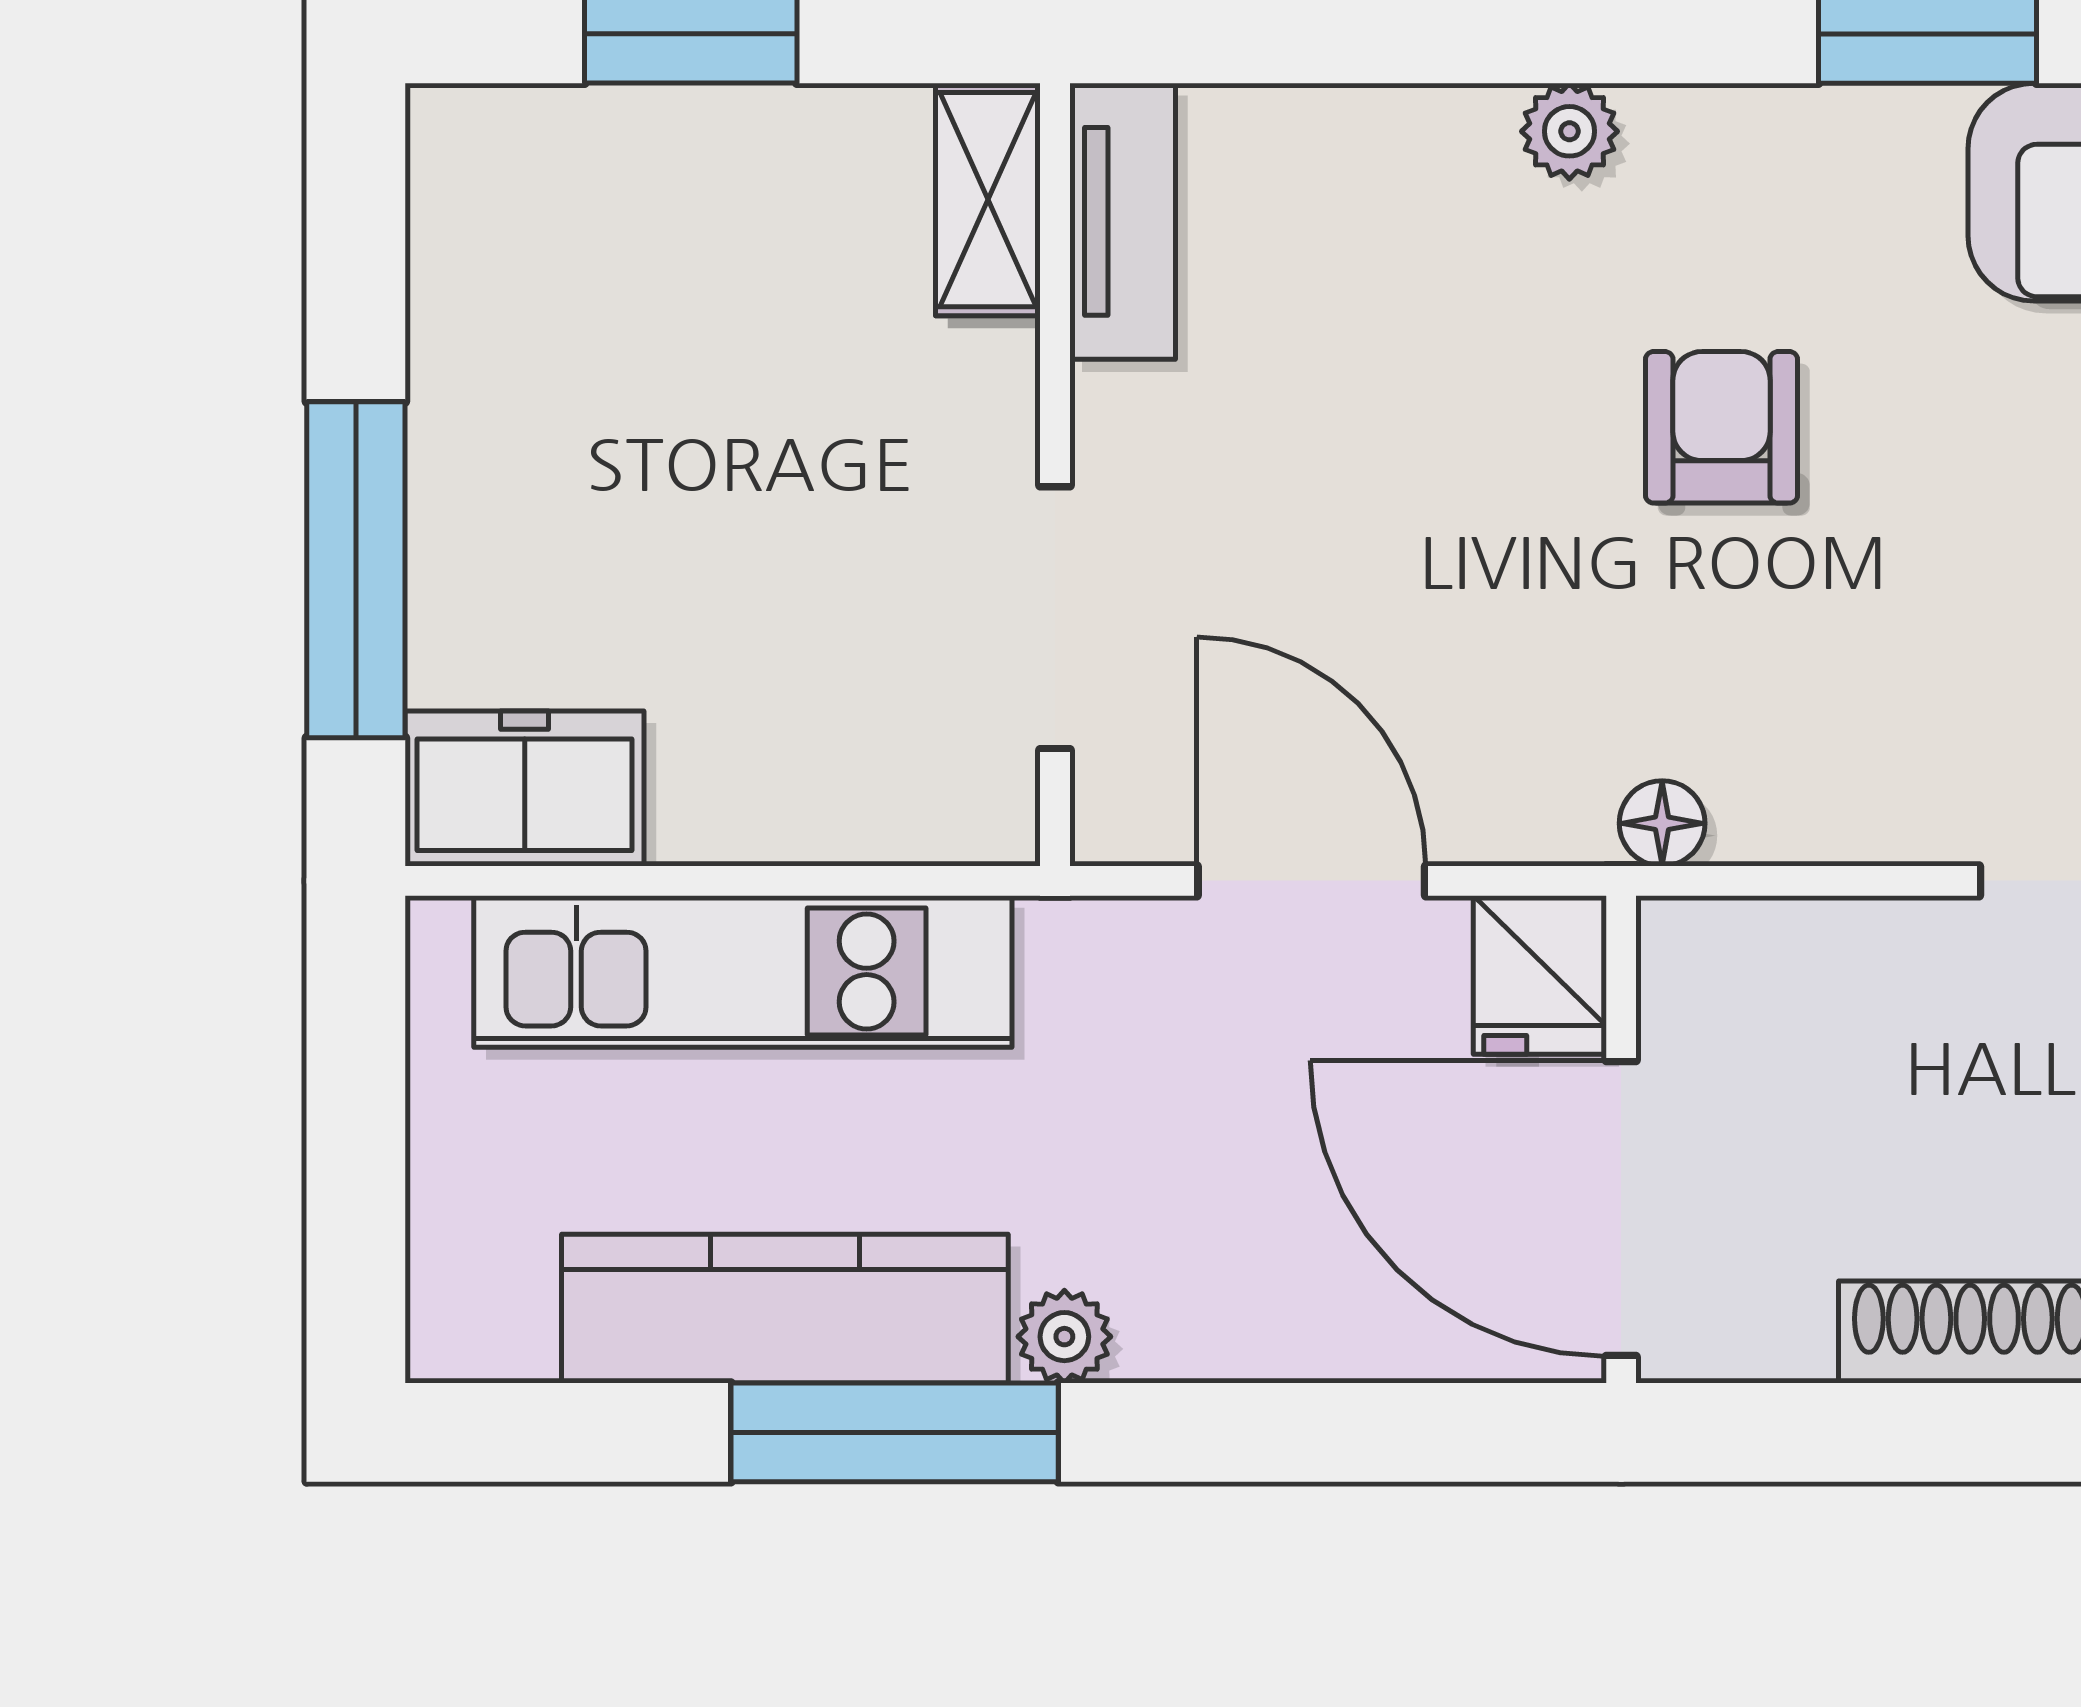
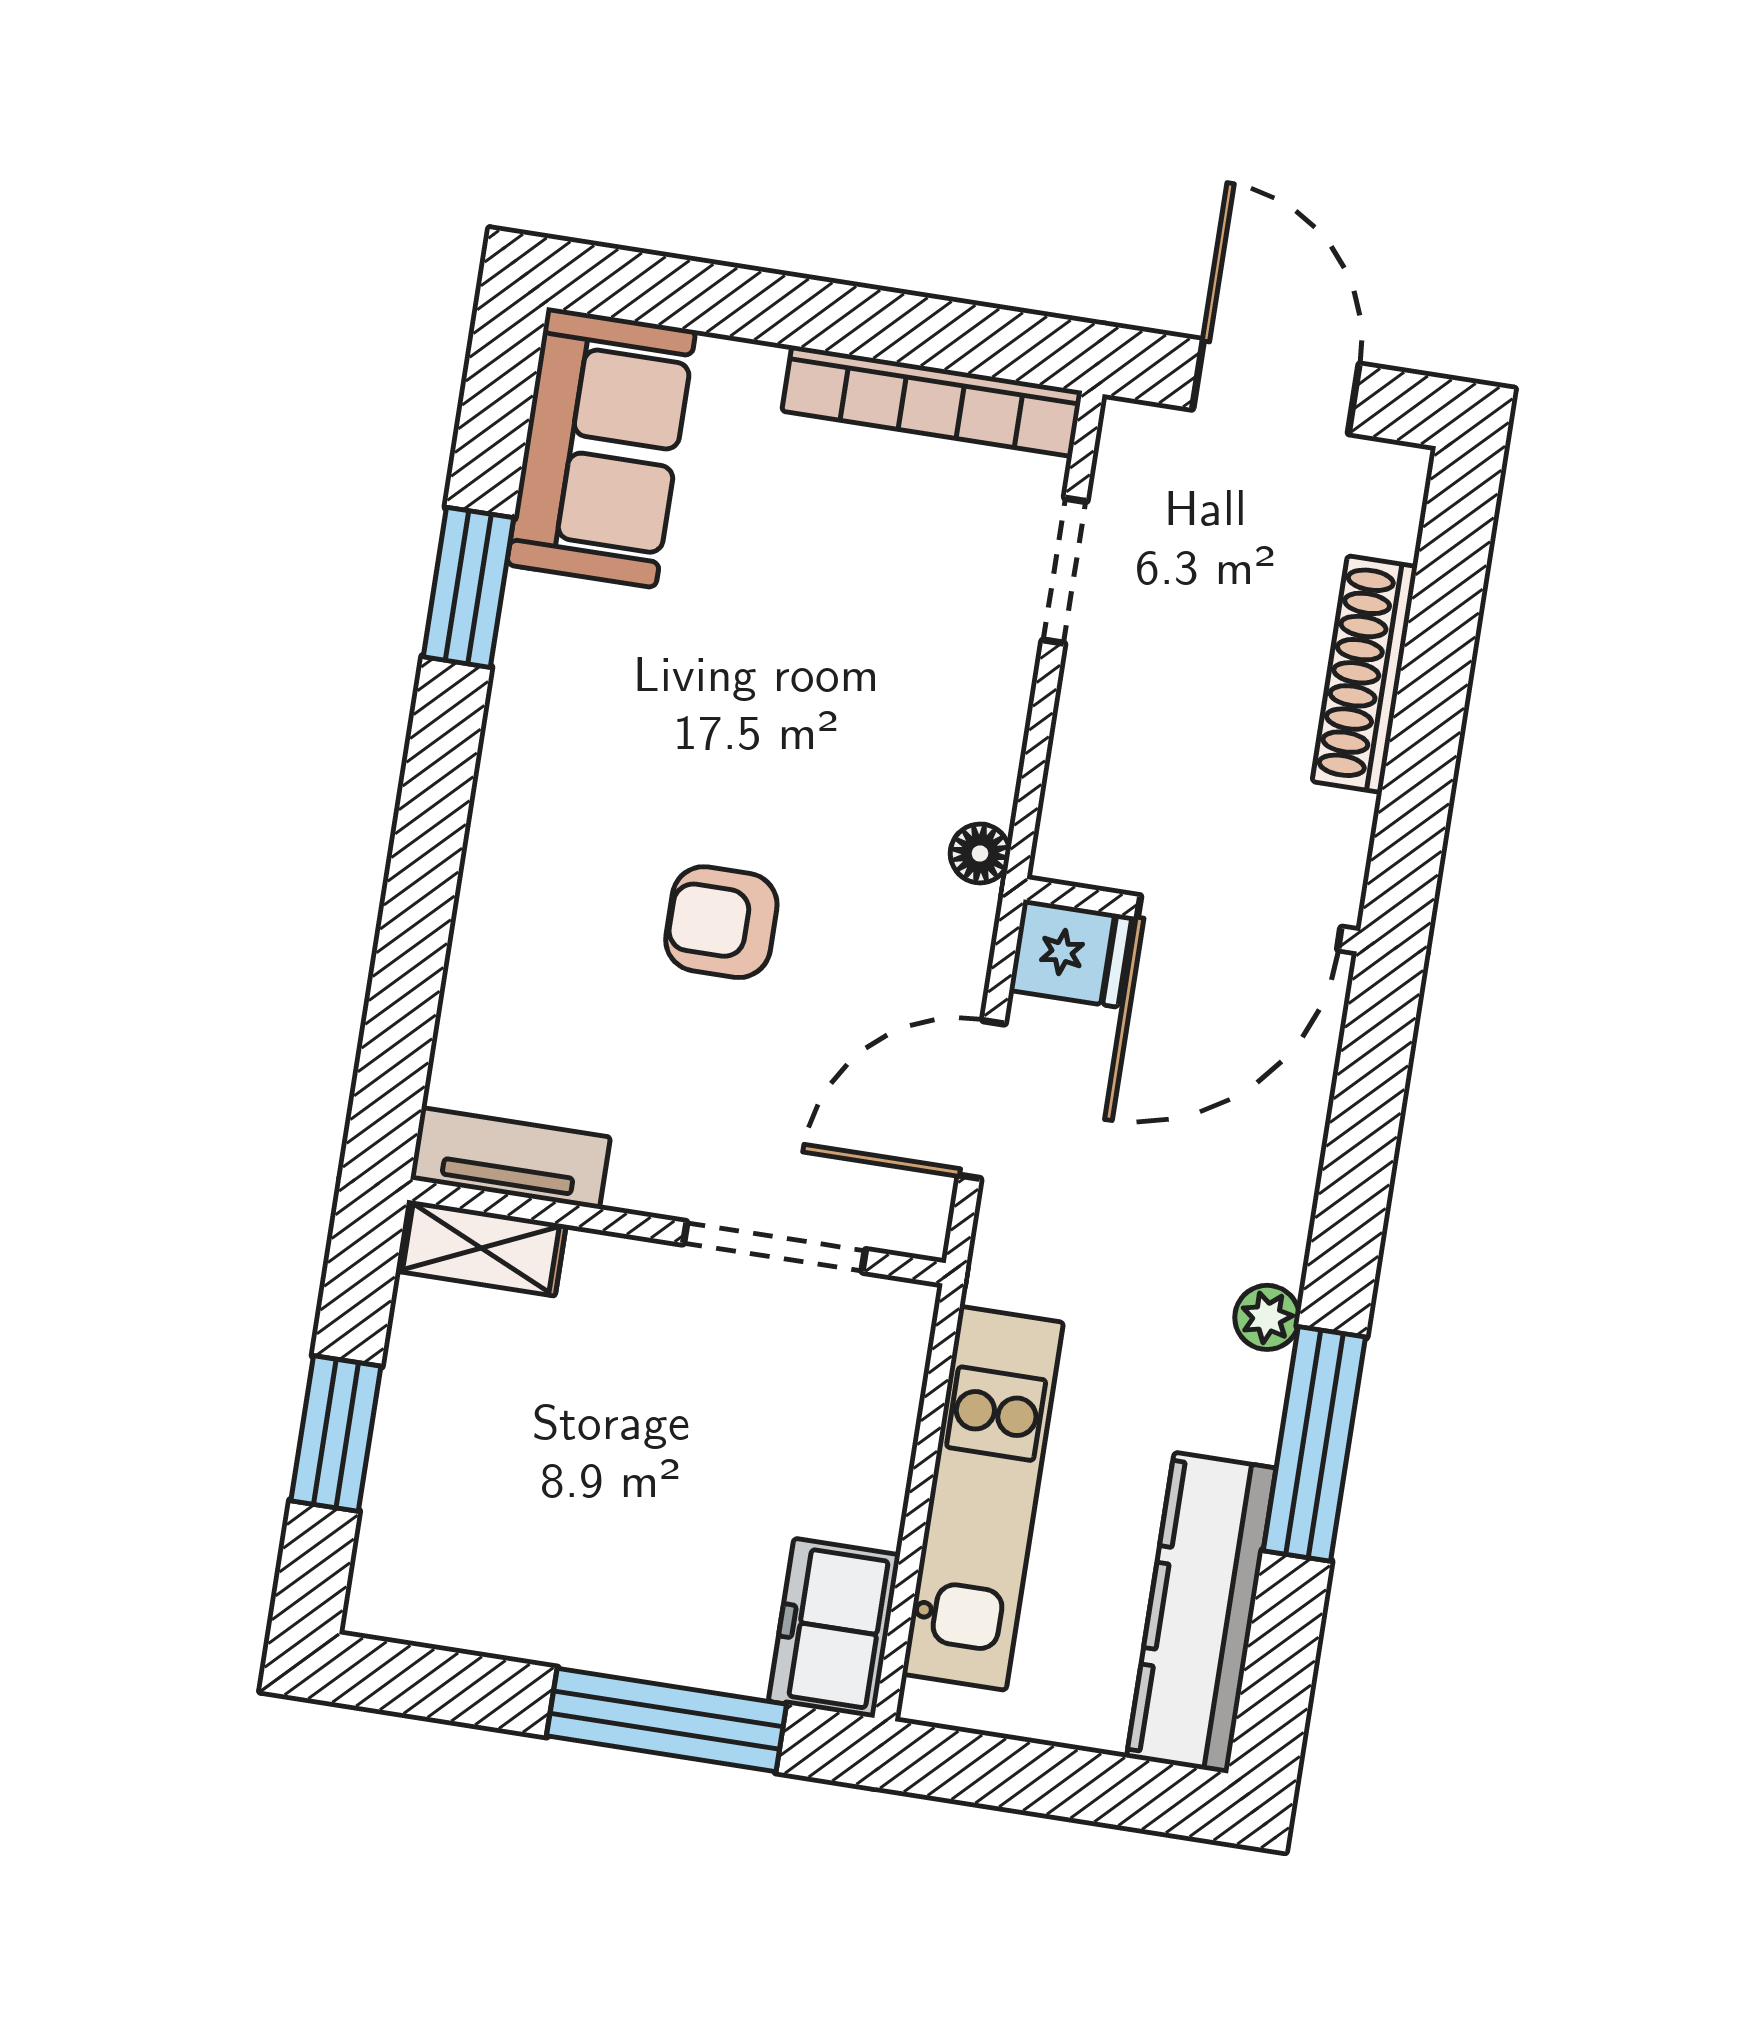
plant: (1569, 131) -> (497, 843), removed
armchair: (1721, 427) -> (721, 922), moved
kitchen counter: (785, 1309) -> (1201, 1613), moved

